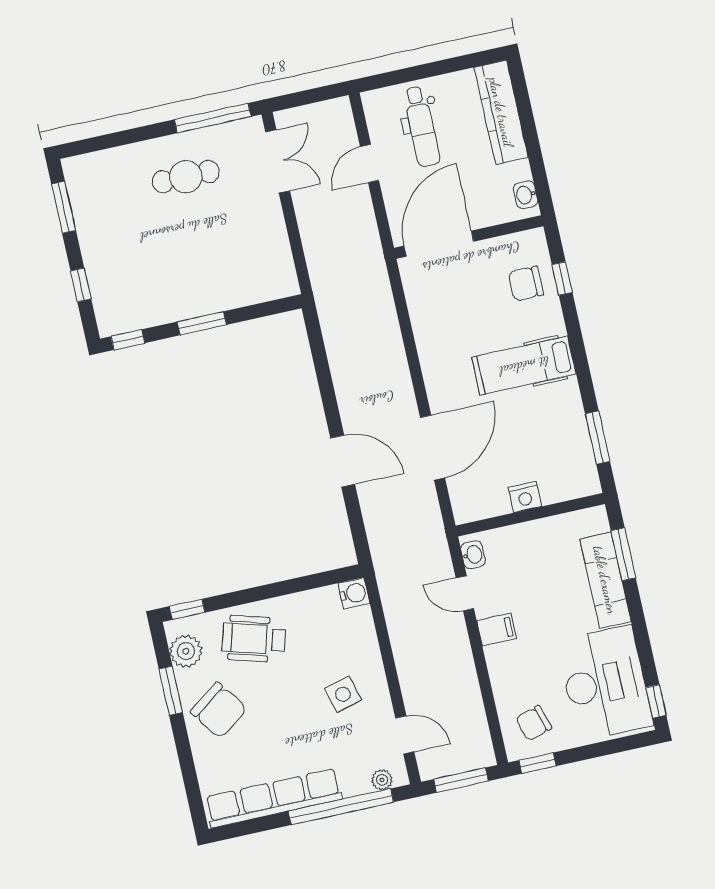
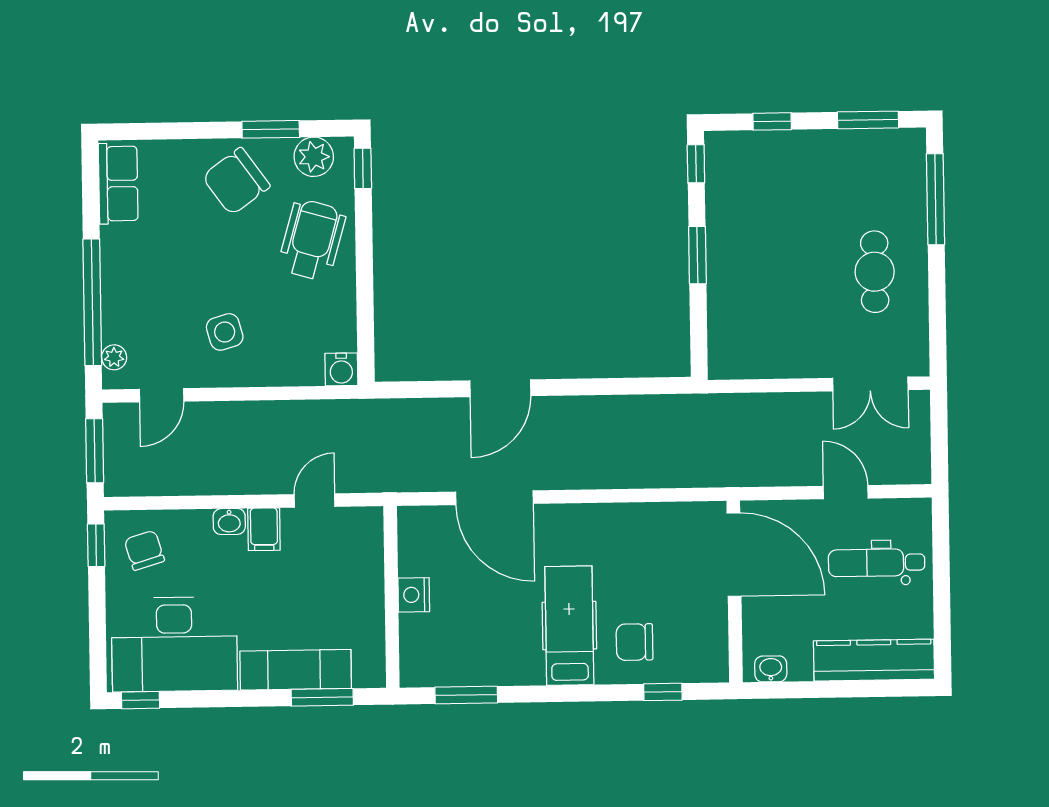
window: (213, 118) -> (935, 199), moved
chair: (526, 284) -> (635, 642), moved, turned -90
washbasin: (473, 555) -> (229, 521), moved
row of seats: (273, 798) -> (118, 184), width x0.50

